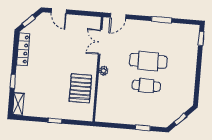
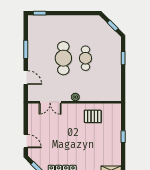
door: (59, 11) -> (26, 141), hinge flipped
door: (118, 16) -> (26, 78), moved
pallet: (80, 88) -> (93, 116), width x0.67, depth x0.71

